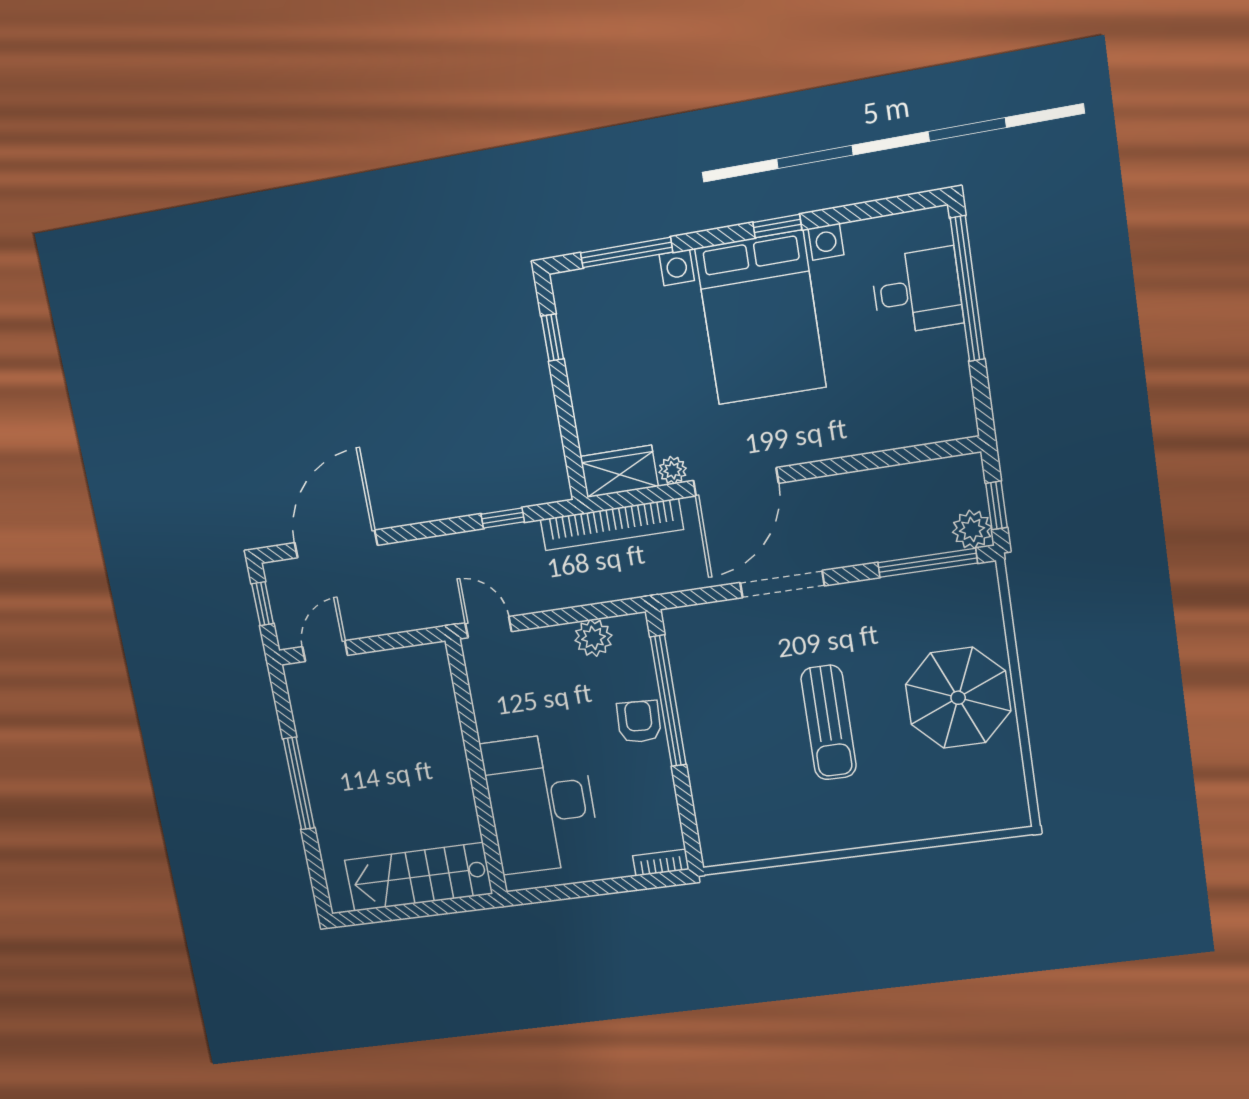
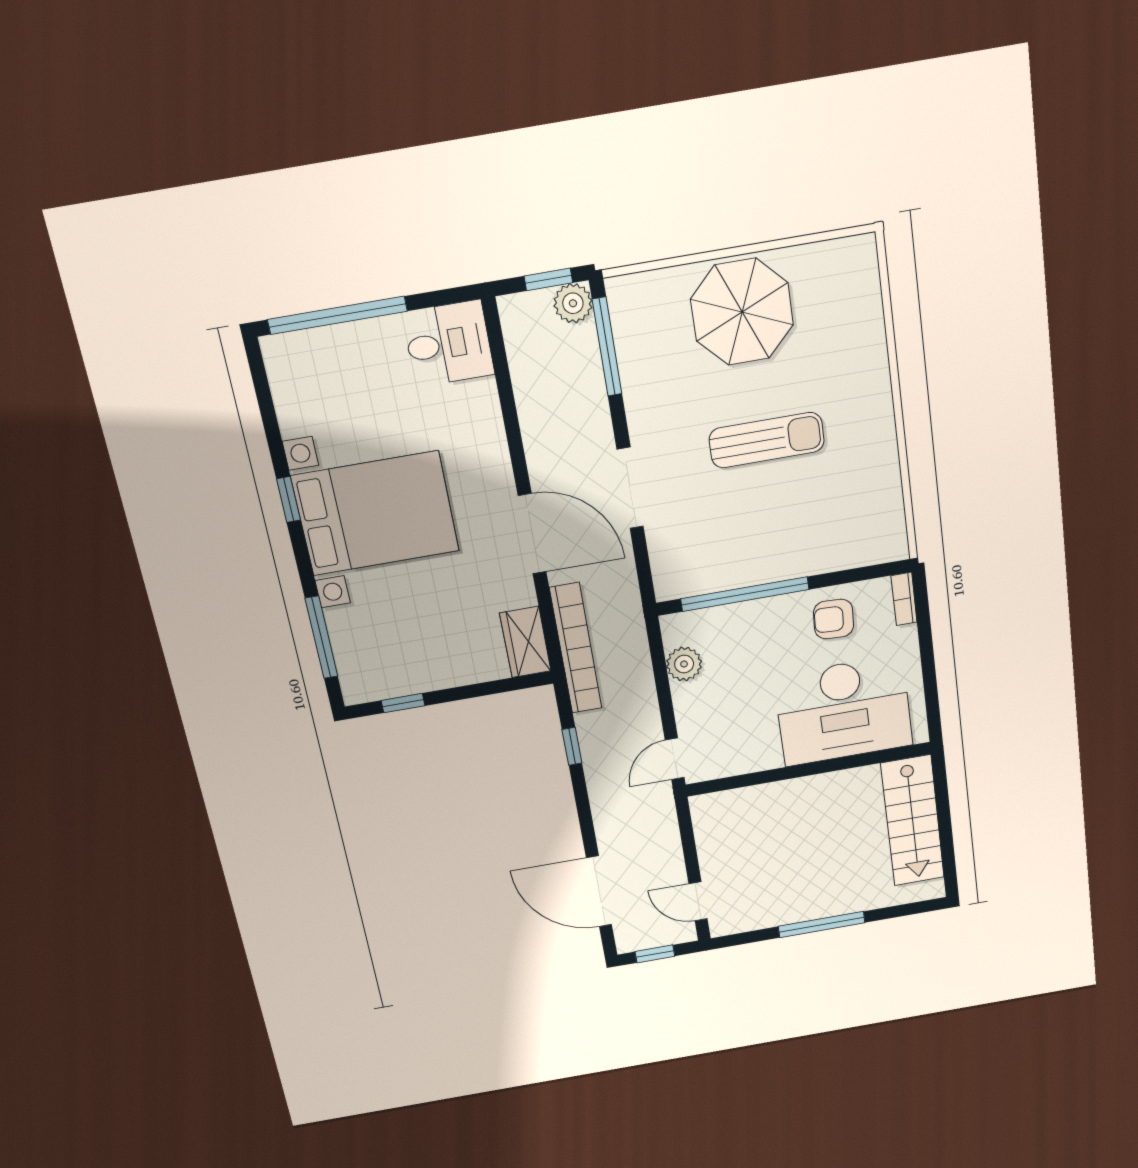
desk: (917, 291) -> (448, 344), moved, turned 90
plant: (673, 470) -> (523, 593), removed
armchair: (639, 722) -> (834, 619), moved

